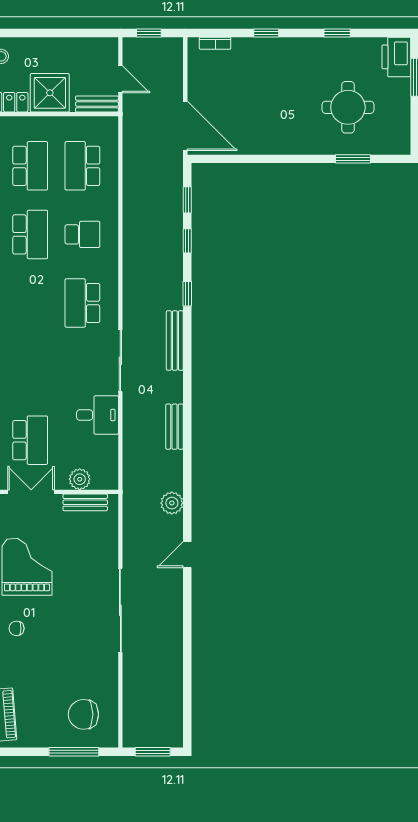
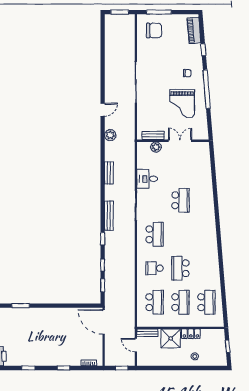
round table: (348, 107) -> (23, 331), removed
school desk: (30, 166) -> (180, 302), turned 180
school desk: (30, 440) -> (180, 200), moved, turned 180
double door: (31, 492) -> (180, 141), swing flipped

